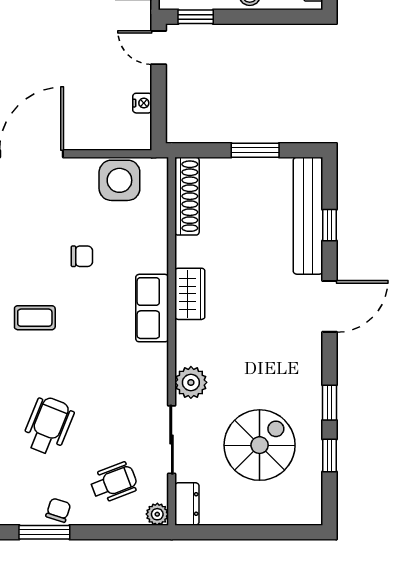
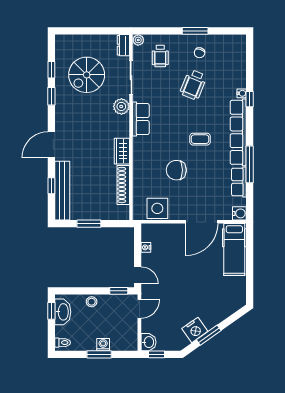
shoe rack: (187, 196) -> (123, 185), moved
chair: (82, 256) -> (176, 170), width x1.87, depth x1.87
row of seats: (152, 308) -> (141, 119), moved
wheelchair: (114, 482) -> (160, 56), turned -69
chair: (58, 510) -> (200, 53), moved

